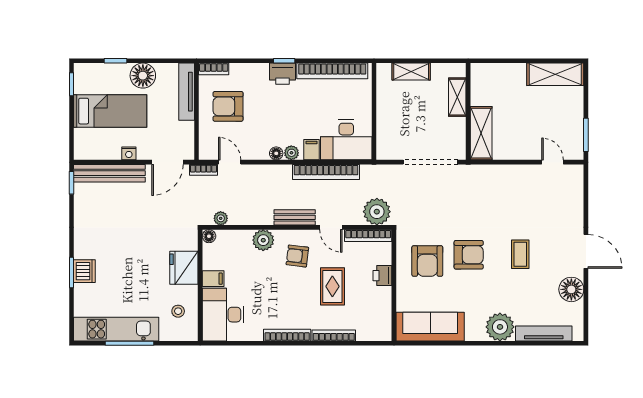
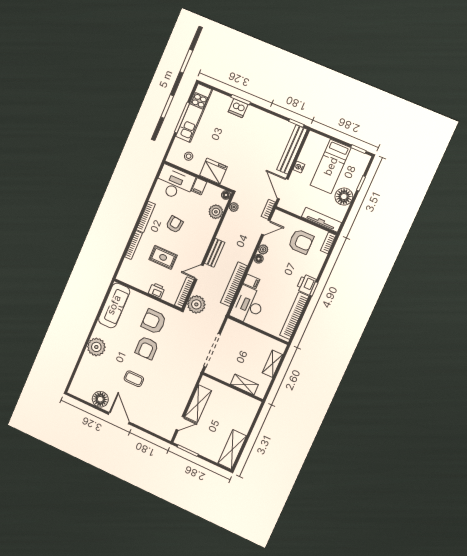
armchair: (228, 106) -> (301, 242), turned 90
shelving: (481, 133) -> (198, 404), moved, turned 90
plant: (291, 153) -> (263, 249), moved
plant: (263, 240) -> (216, 212), moved
door: (586, 251) -> (119, 418), swing flipped
armchair: (297, 256) -> (175, 224), moved
tv unit: (544, 333) -> (82, 371), removed

